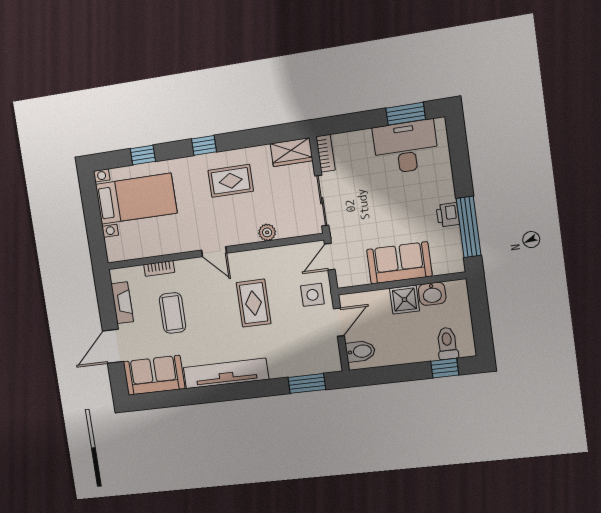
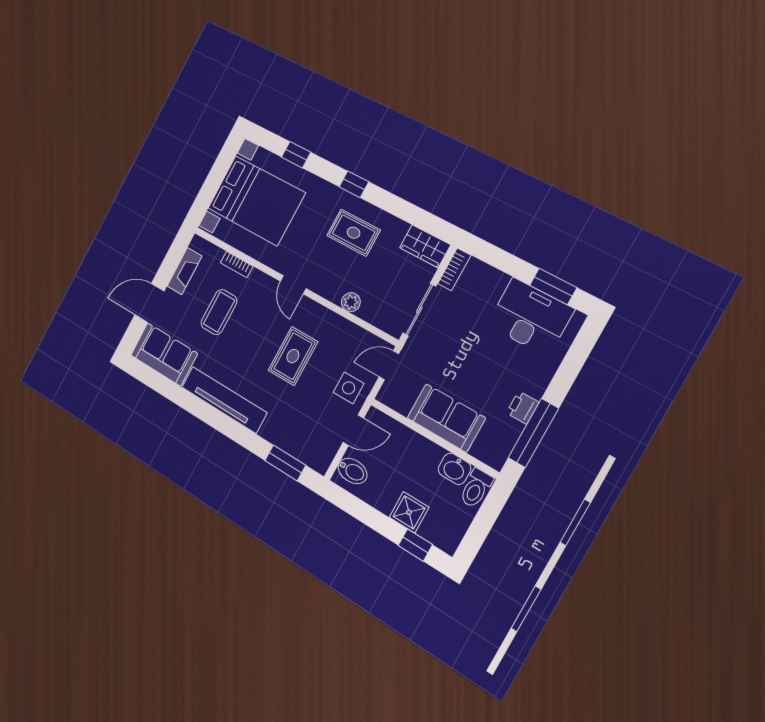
bed with nightstands: (136, 199) -> (256, 201), width x1.36
shower: (405, 300) -> (409, 512), moved
toilet: (447, 343) -> (476, 488), moved, turned 180

